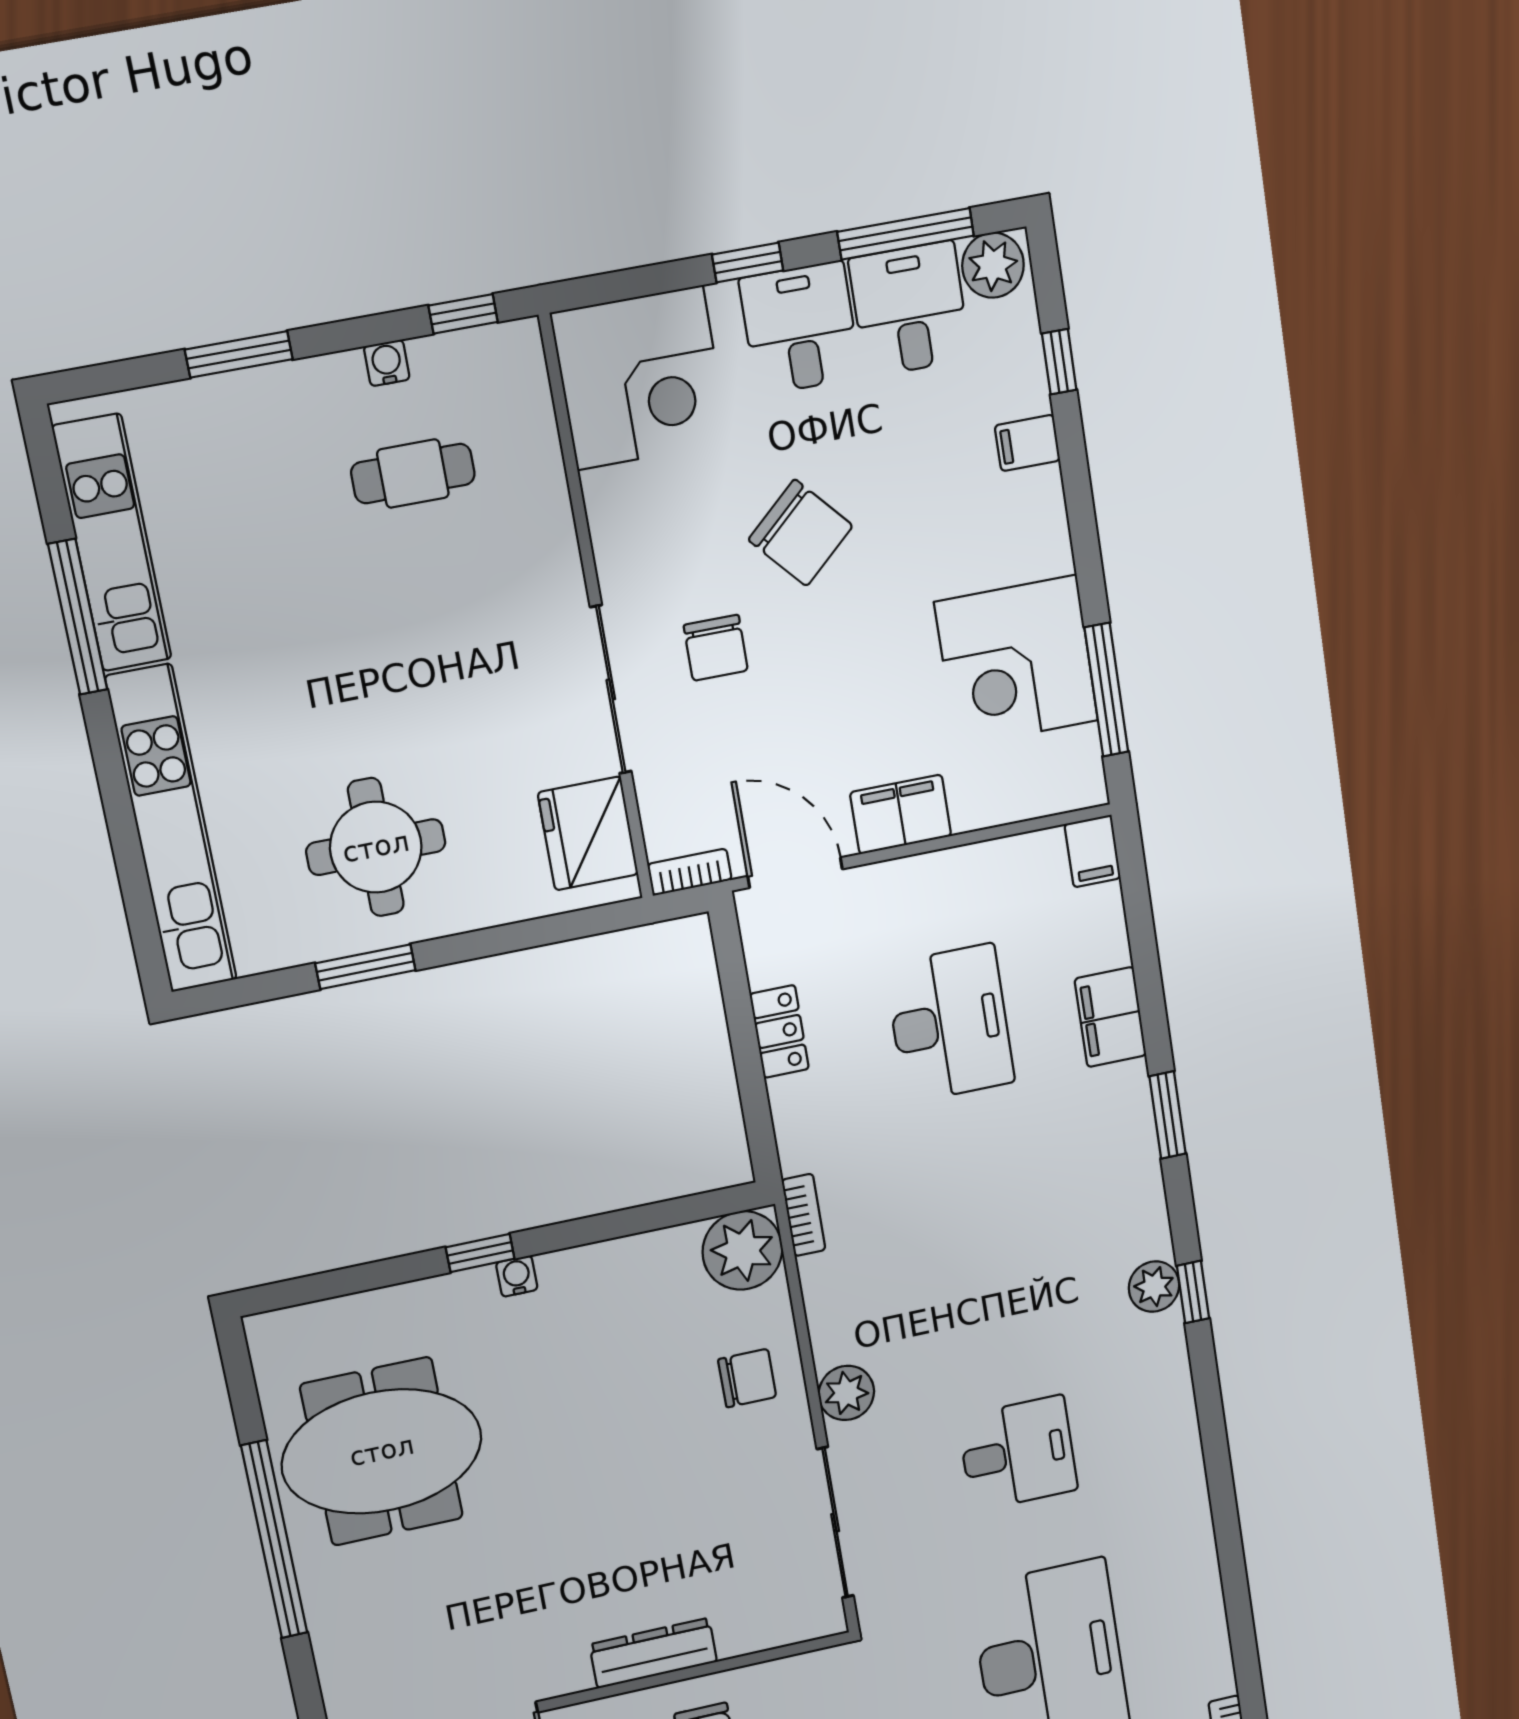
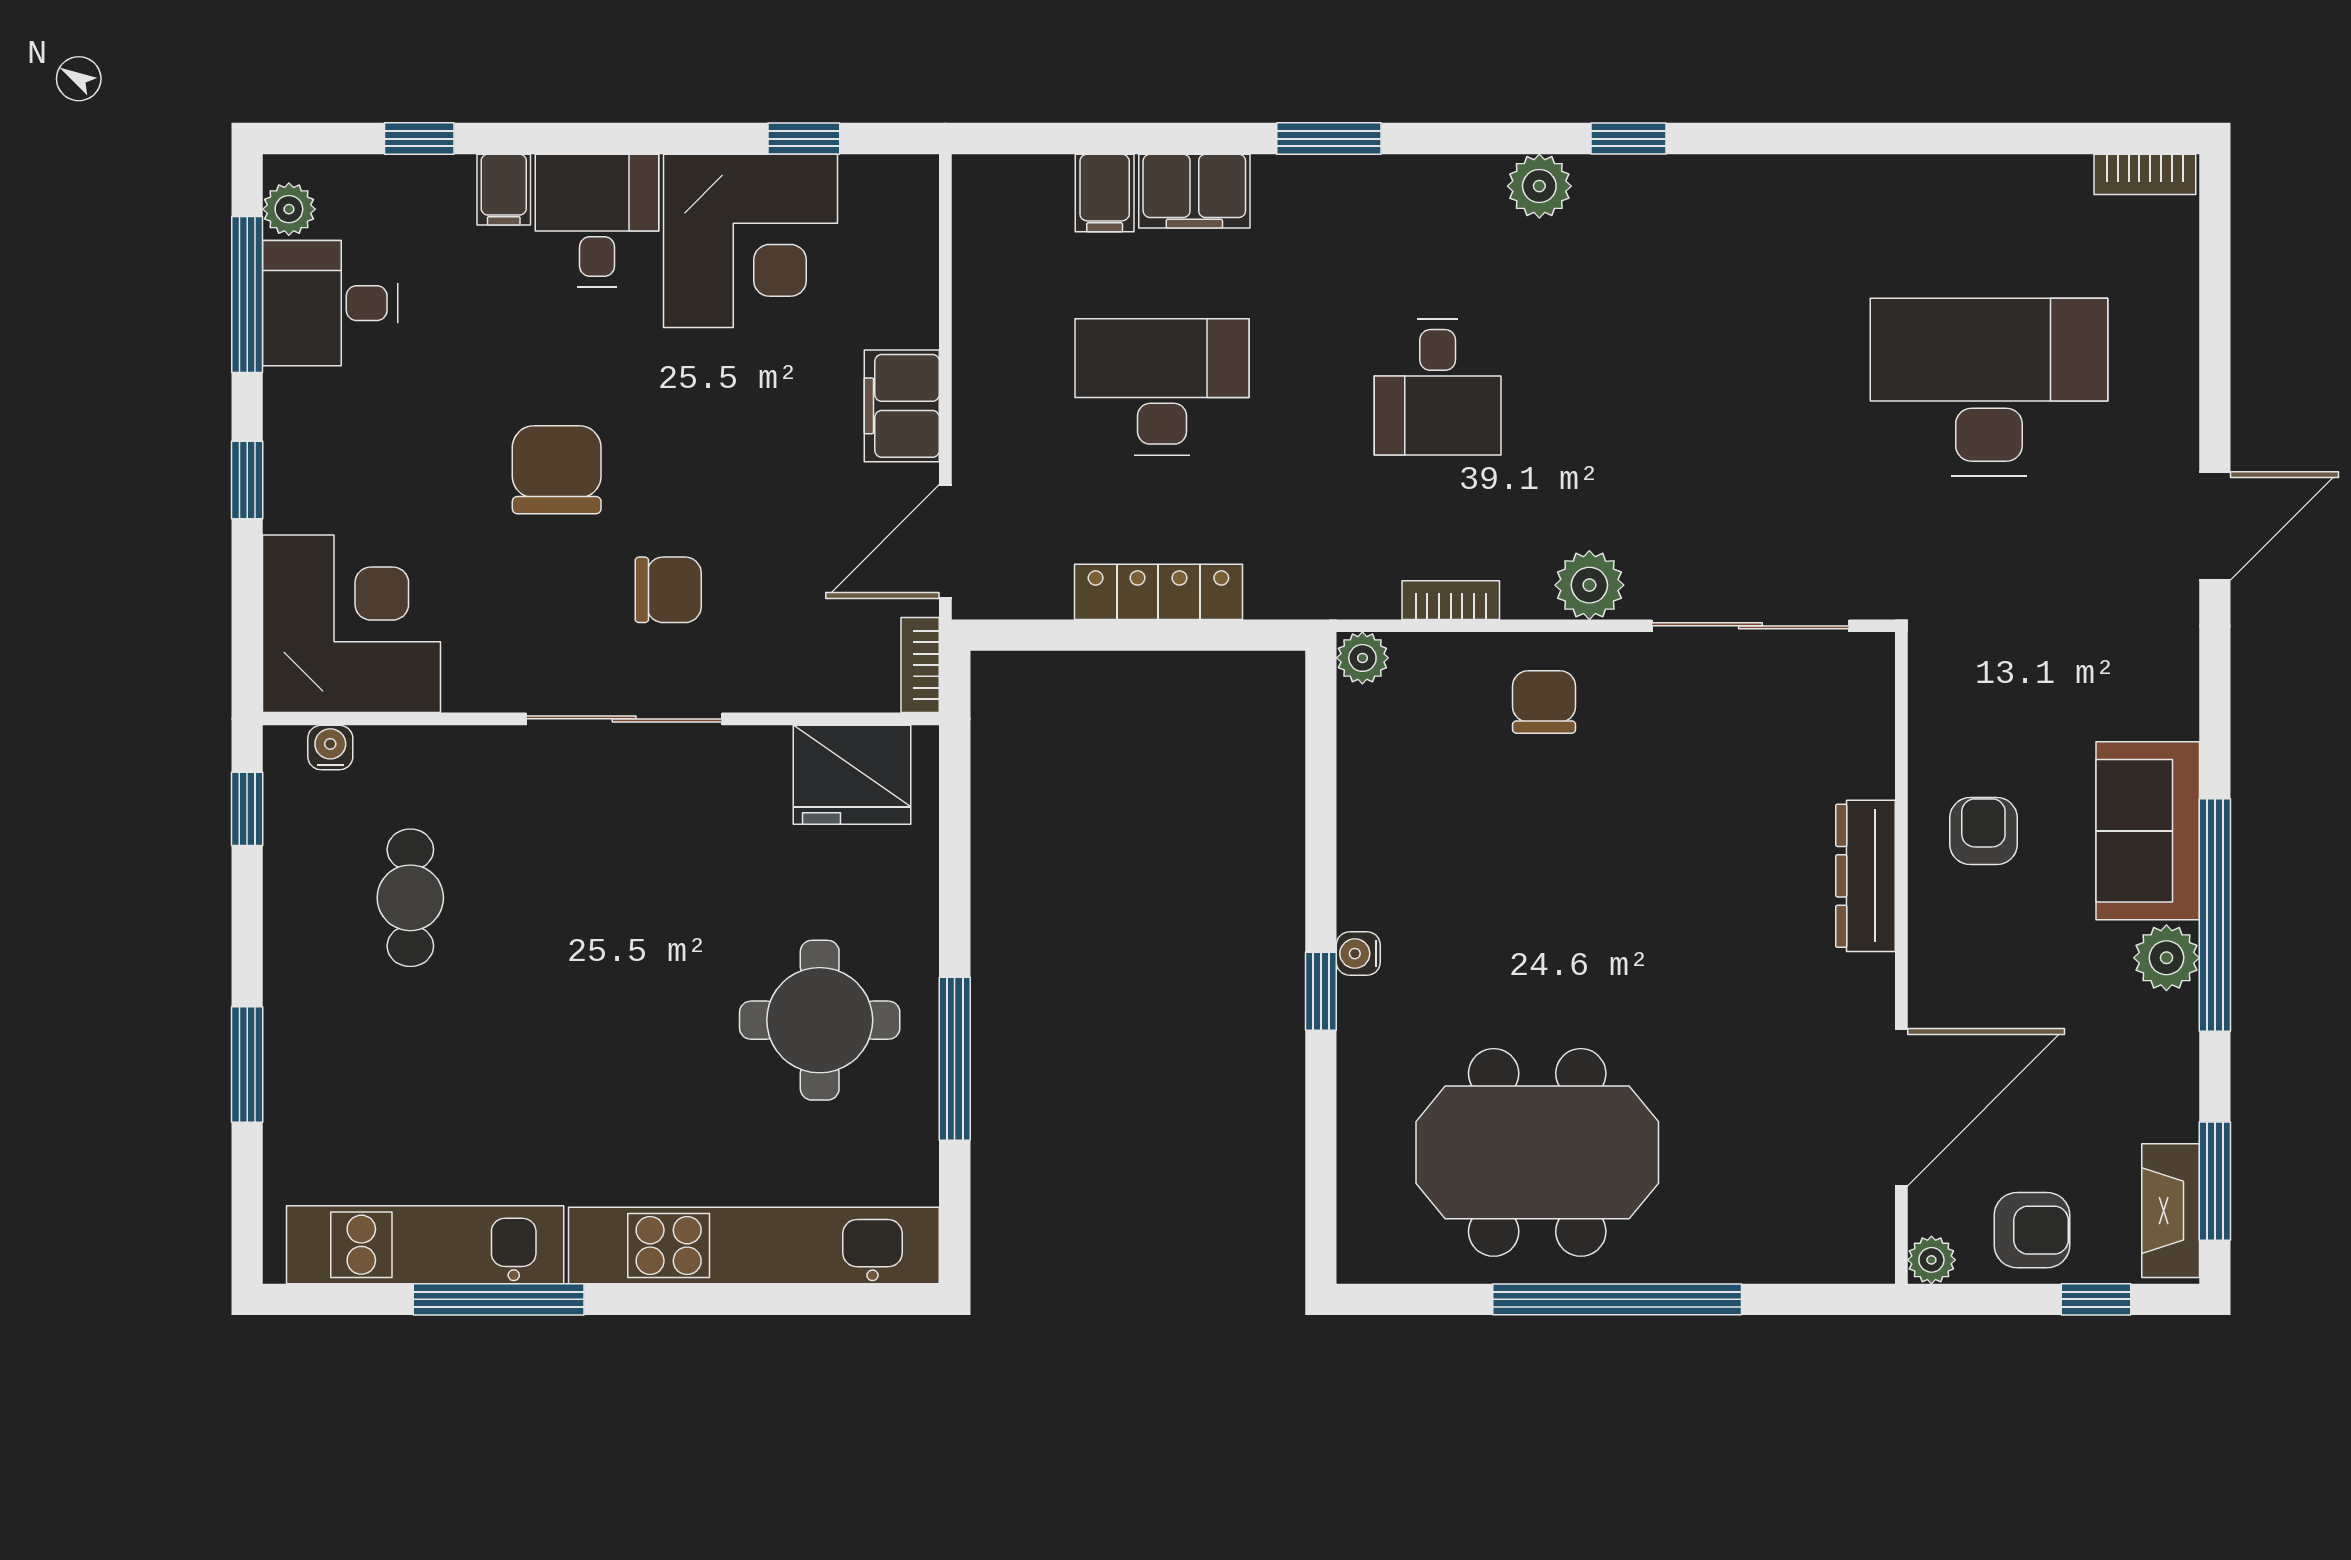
plant: (993, 265) -> (289, 209), width x0.73, depth x0.73
desk: (800, 328) -> (597, 221), moved, turned 90
water cooler: (387, 363) -> (330, 748), moved, turned 90
chair: (801, 533) -> (557, 470), turned -48
sliding door: (611, 690) -> (624, 719), moved
window: (1106, 690) -> (804, 139), width x0.46
filing cabinet: (1093, 851) -> (1105, 193), moved, turned 90
window: (365, 967) -> (955, 1059), width x1.44
locker: (779, 1031) -> (1158, 592), width x1.53
bookcase: (804, 1215) -> (1451, 600), moved
plant: (742, 1251) -> (1362, 658), width x0.53, depth x0.53
window: (1193, 1292) -> (1629, 139), moved
meeting table: (382, 1451) -> (1537, 1152), turned 90
desk: (1018, 1453) -> (1438, 387), moved, turned 180

